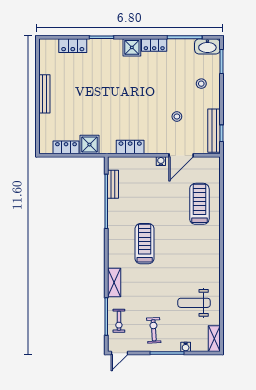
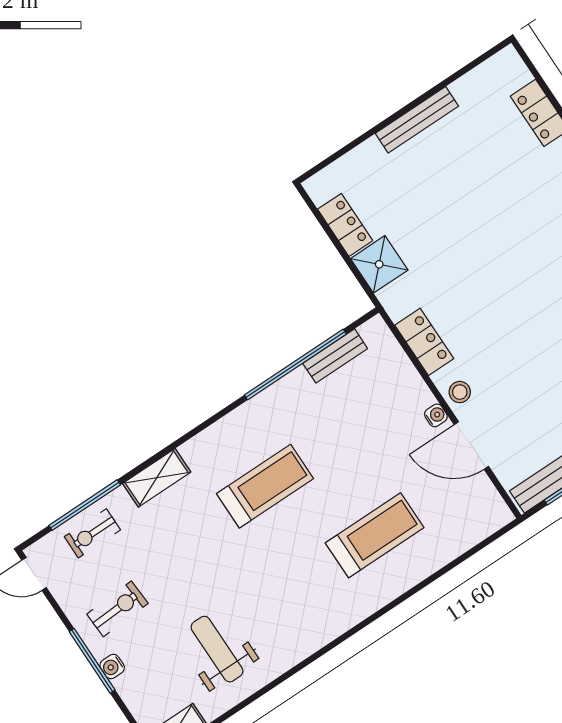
stool: (177, 117) -> (460, 392), moved
treadmill: (199, 204) -> (375, 535), moved
water cooler: (186, 347) -> (112, 666), moved

